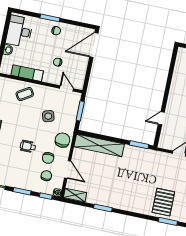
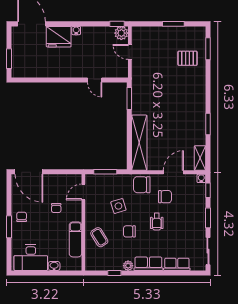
chair: (46, 176) -> (129, 231), moved
pallet: (163, 202) -> (187, 58), width x0.67, depth x0.71

